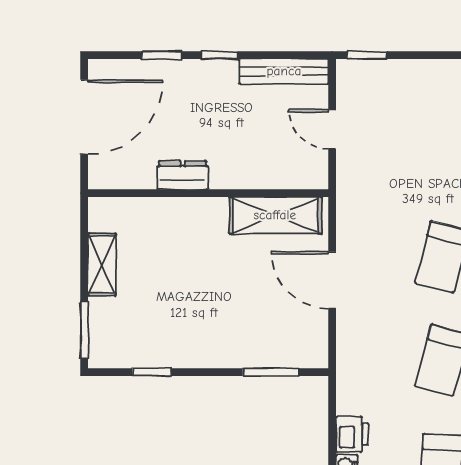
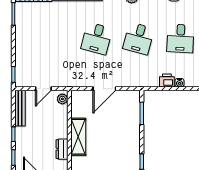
plant: (307, 176) -> (62, 99), added
shelving: (275, 215) -> (78, 137), moved

